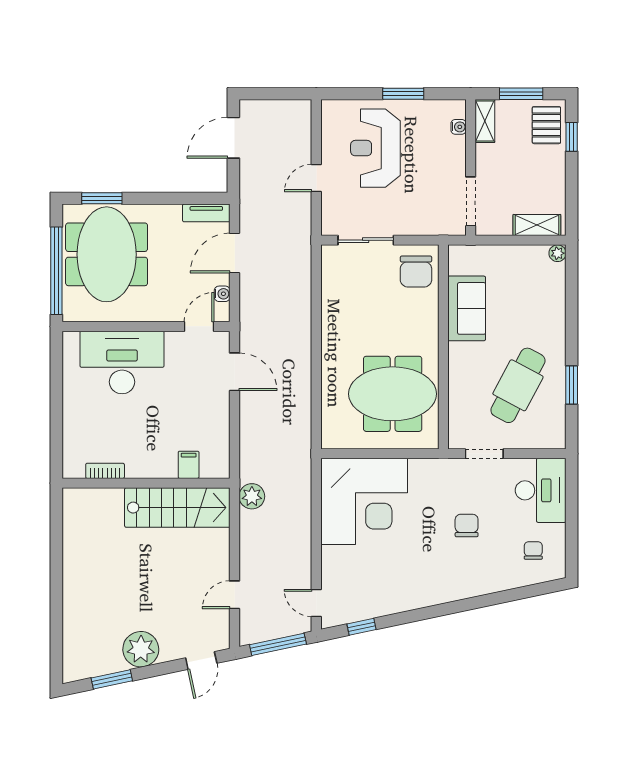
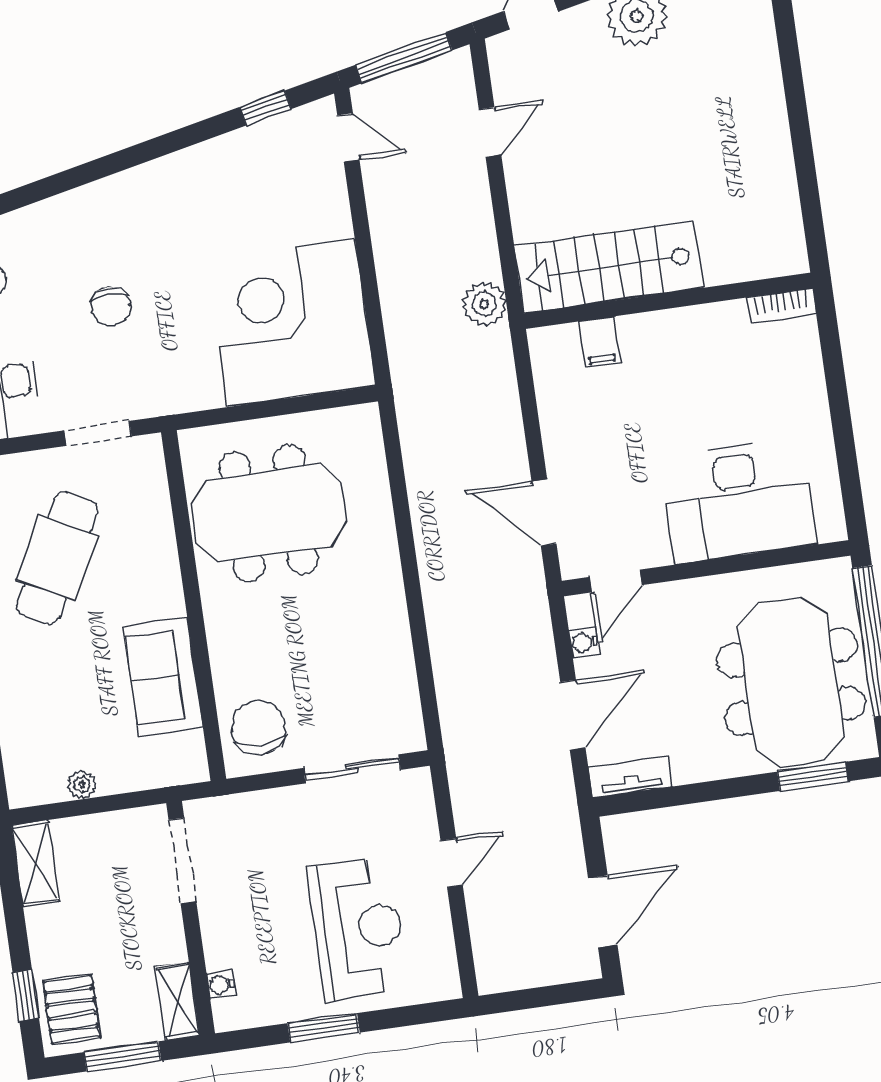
shelving: (537, 225) -> (35, 863), moved, turned 90
plant: (558, 253) -> (82, 785), moved
bookcase: (105, 471) -> (782, 306), moved

